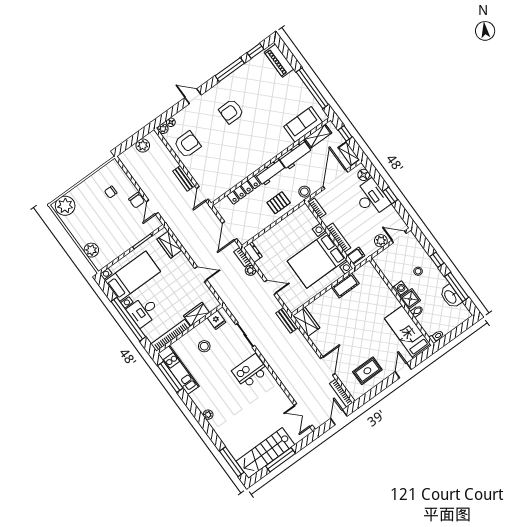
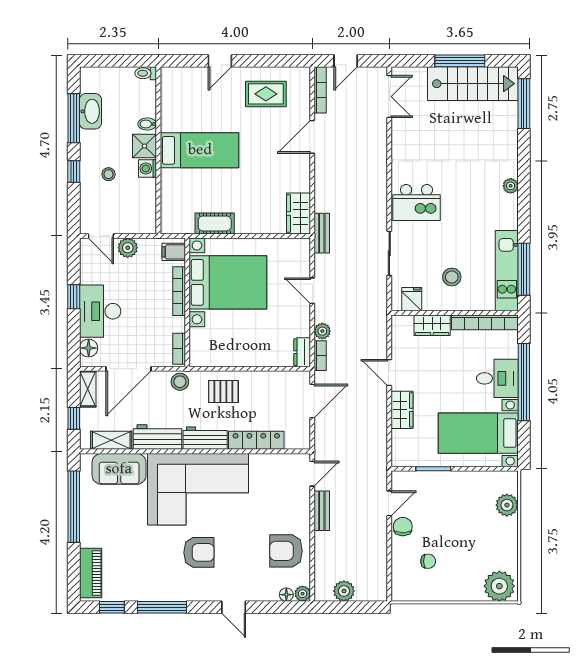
corner sofa: (255, 143) -> (198, 489), added
wardrobe: (169, 245) -> (402, 410), moved
bed: (408, 332) -> (200, 150), moved, turned -90

